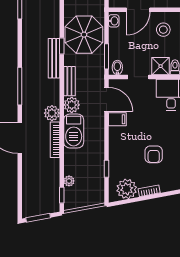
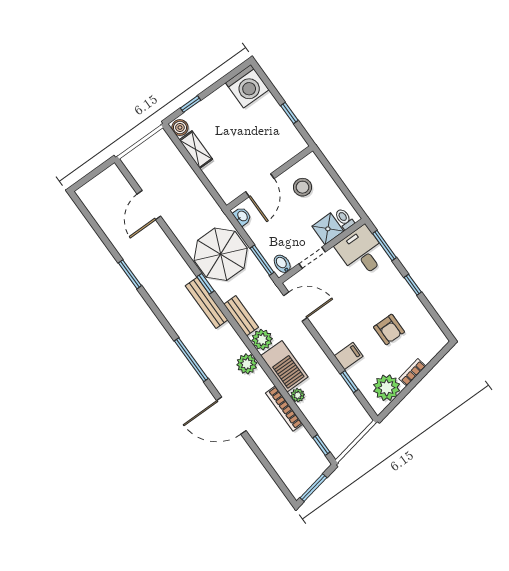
filing cabinet: (117, 119) -> (349, 356), moved
bookcase: (55, 140) -> (284, 409), moved
plant: (69, 181) -> (298, 395), moved

